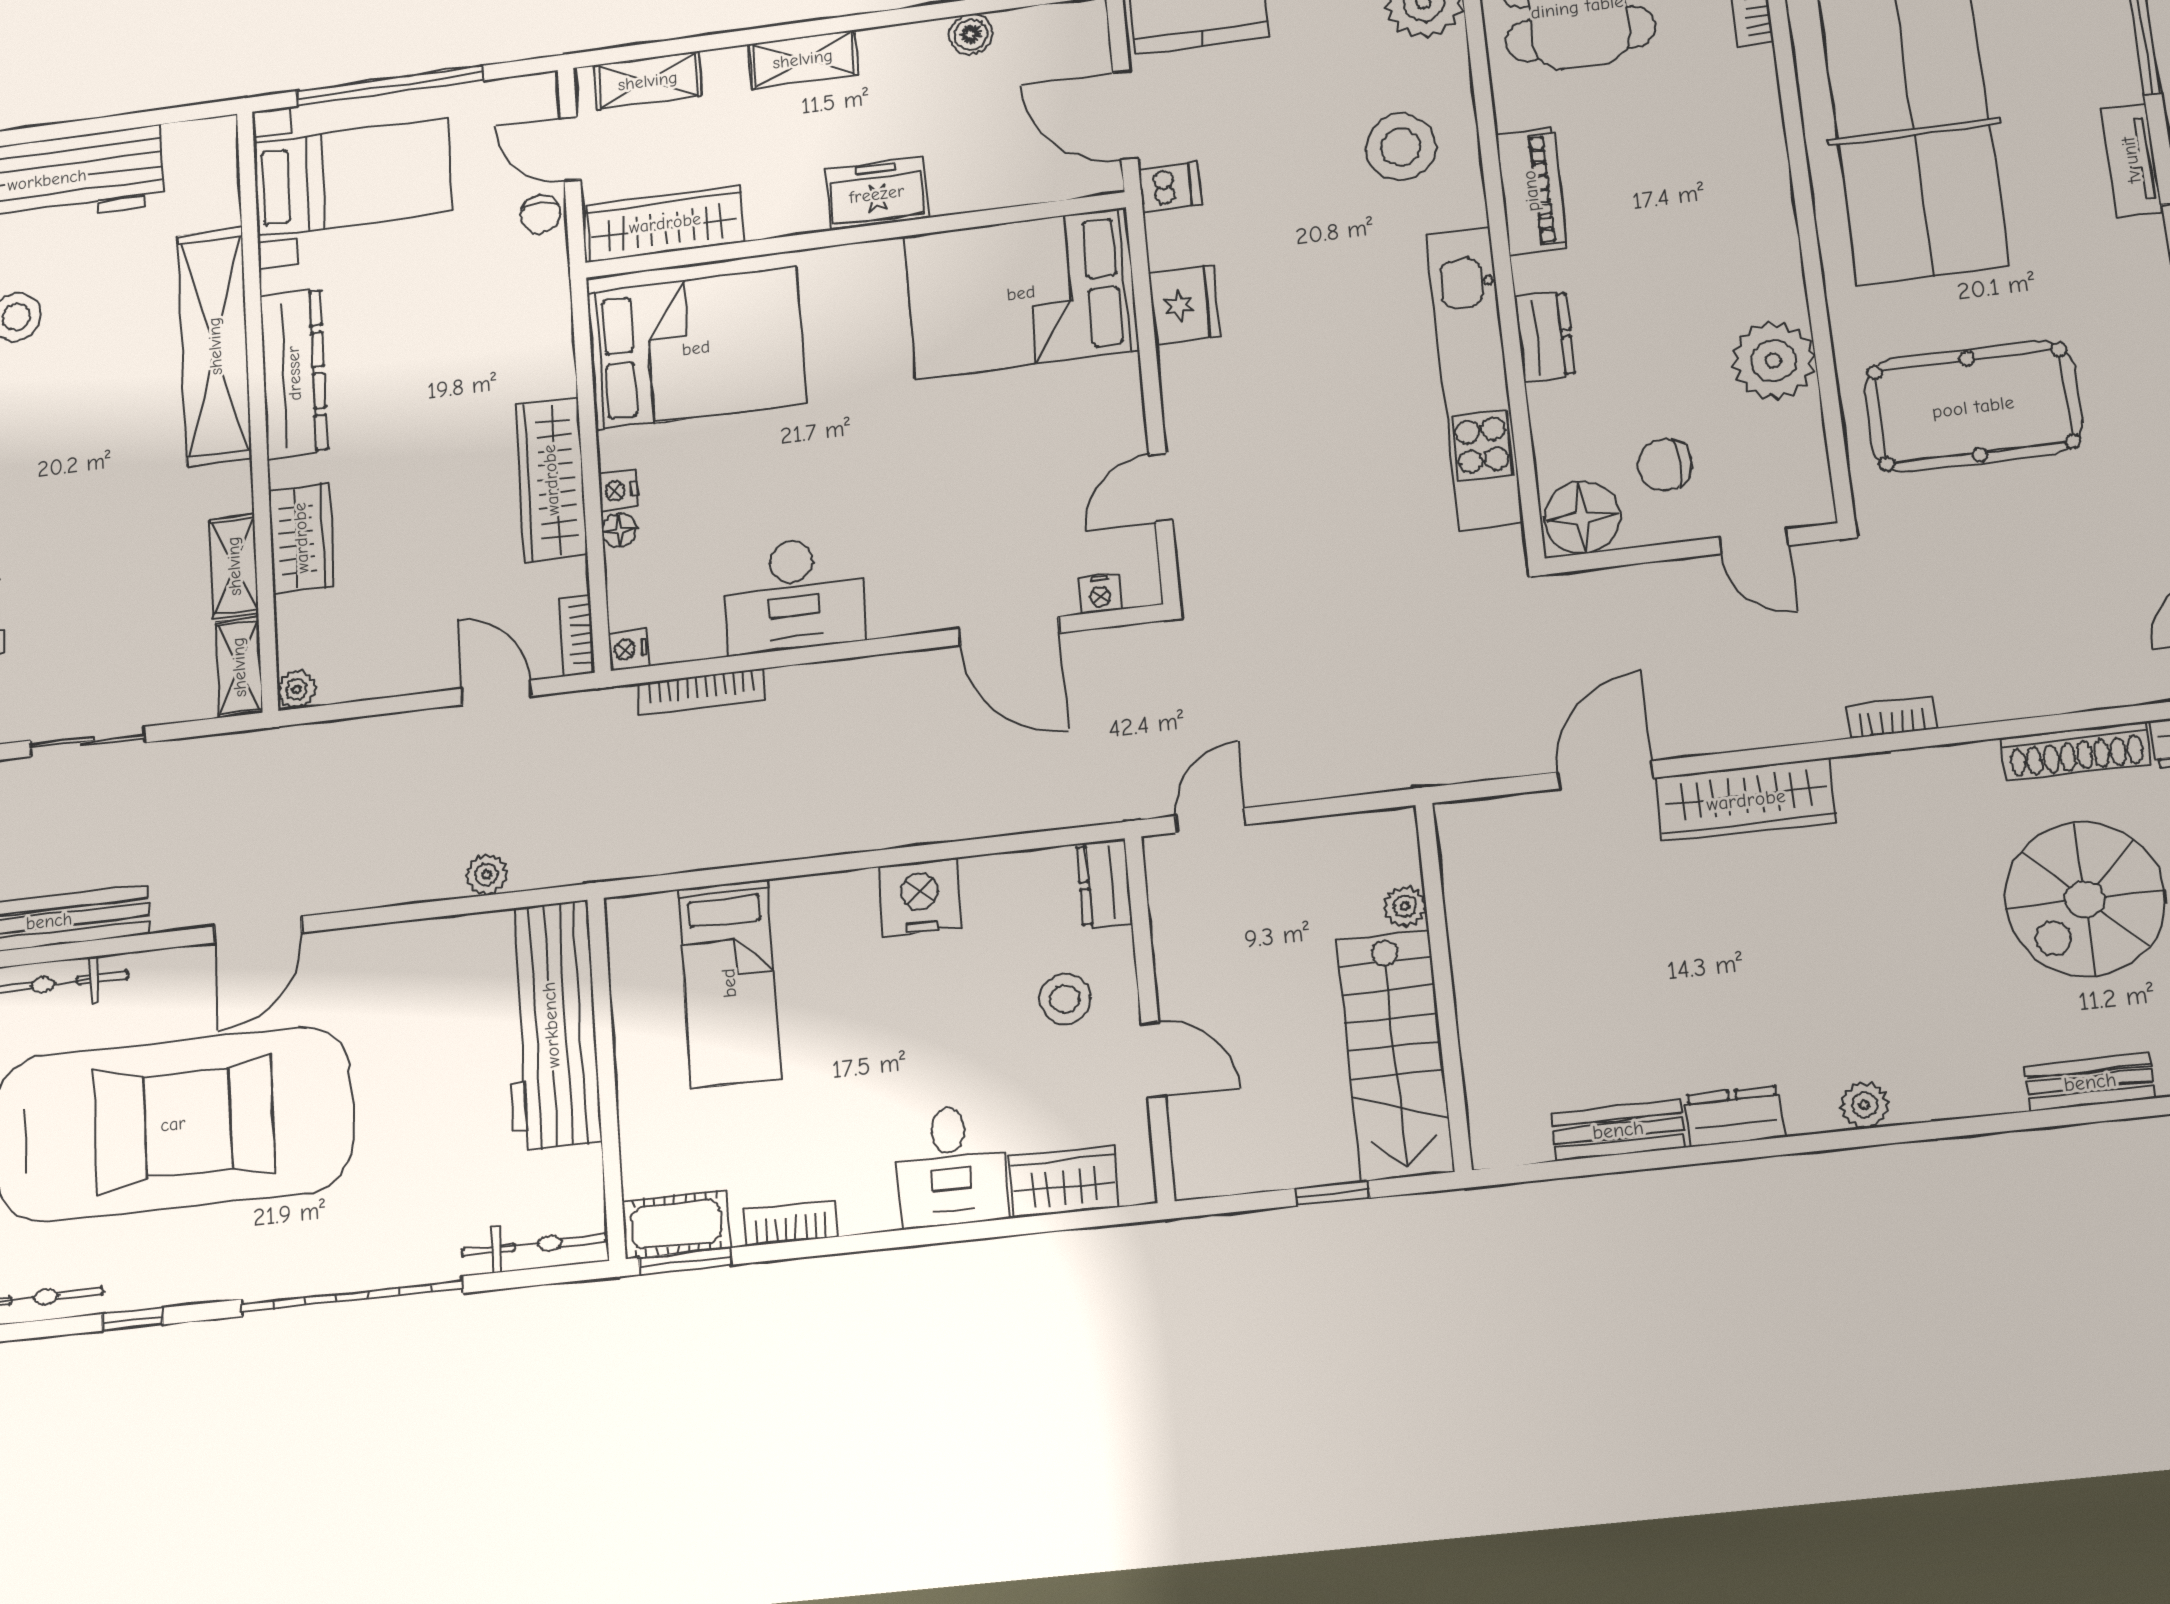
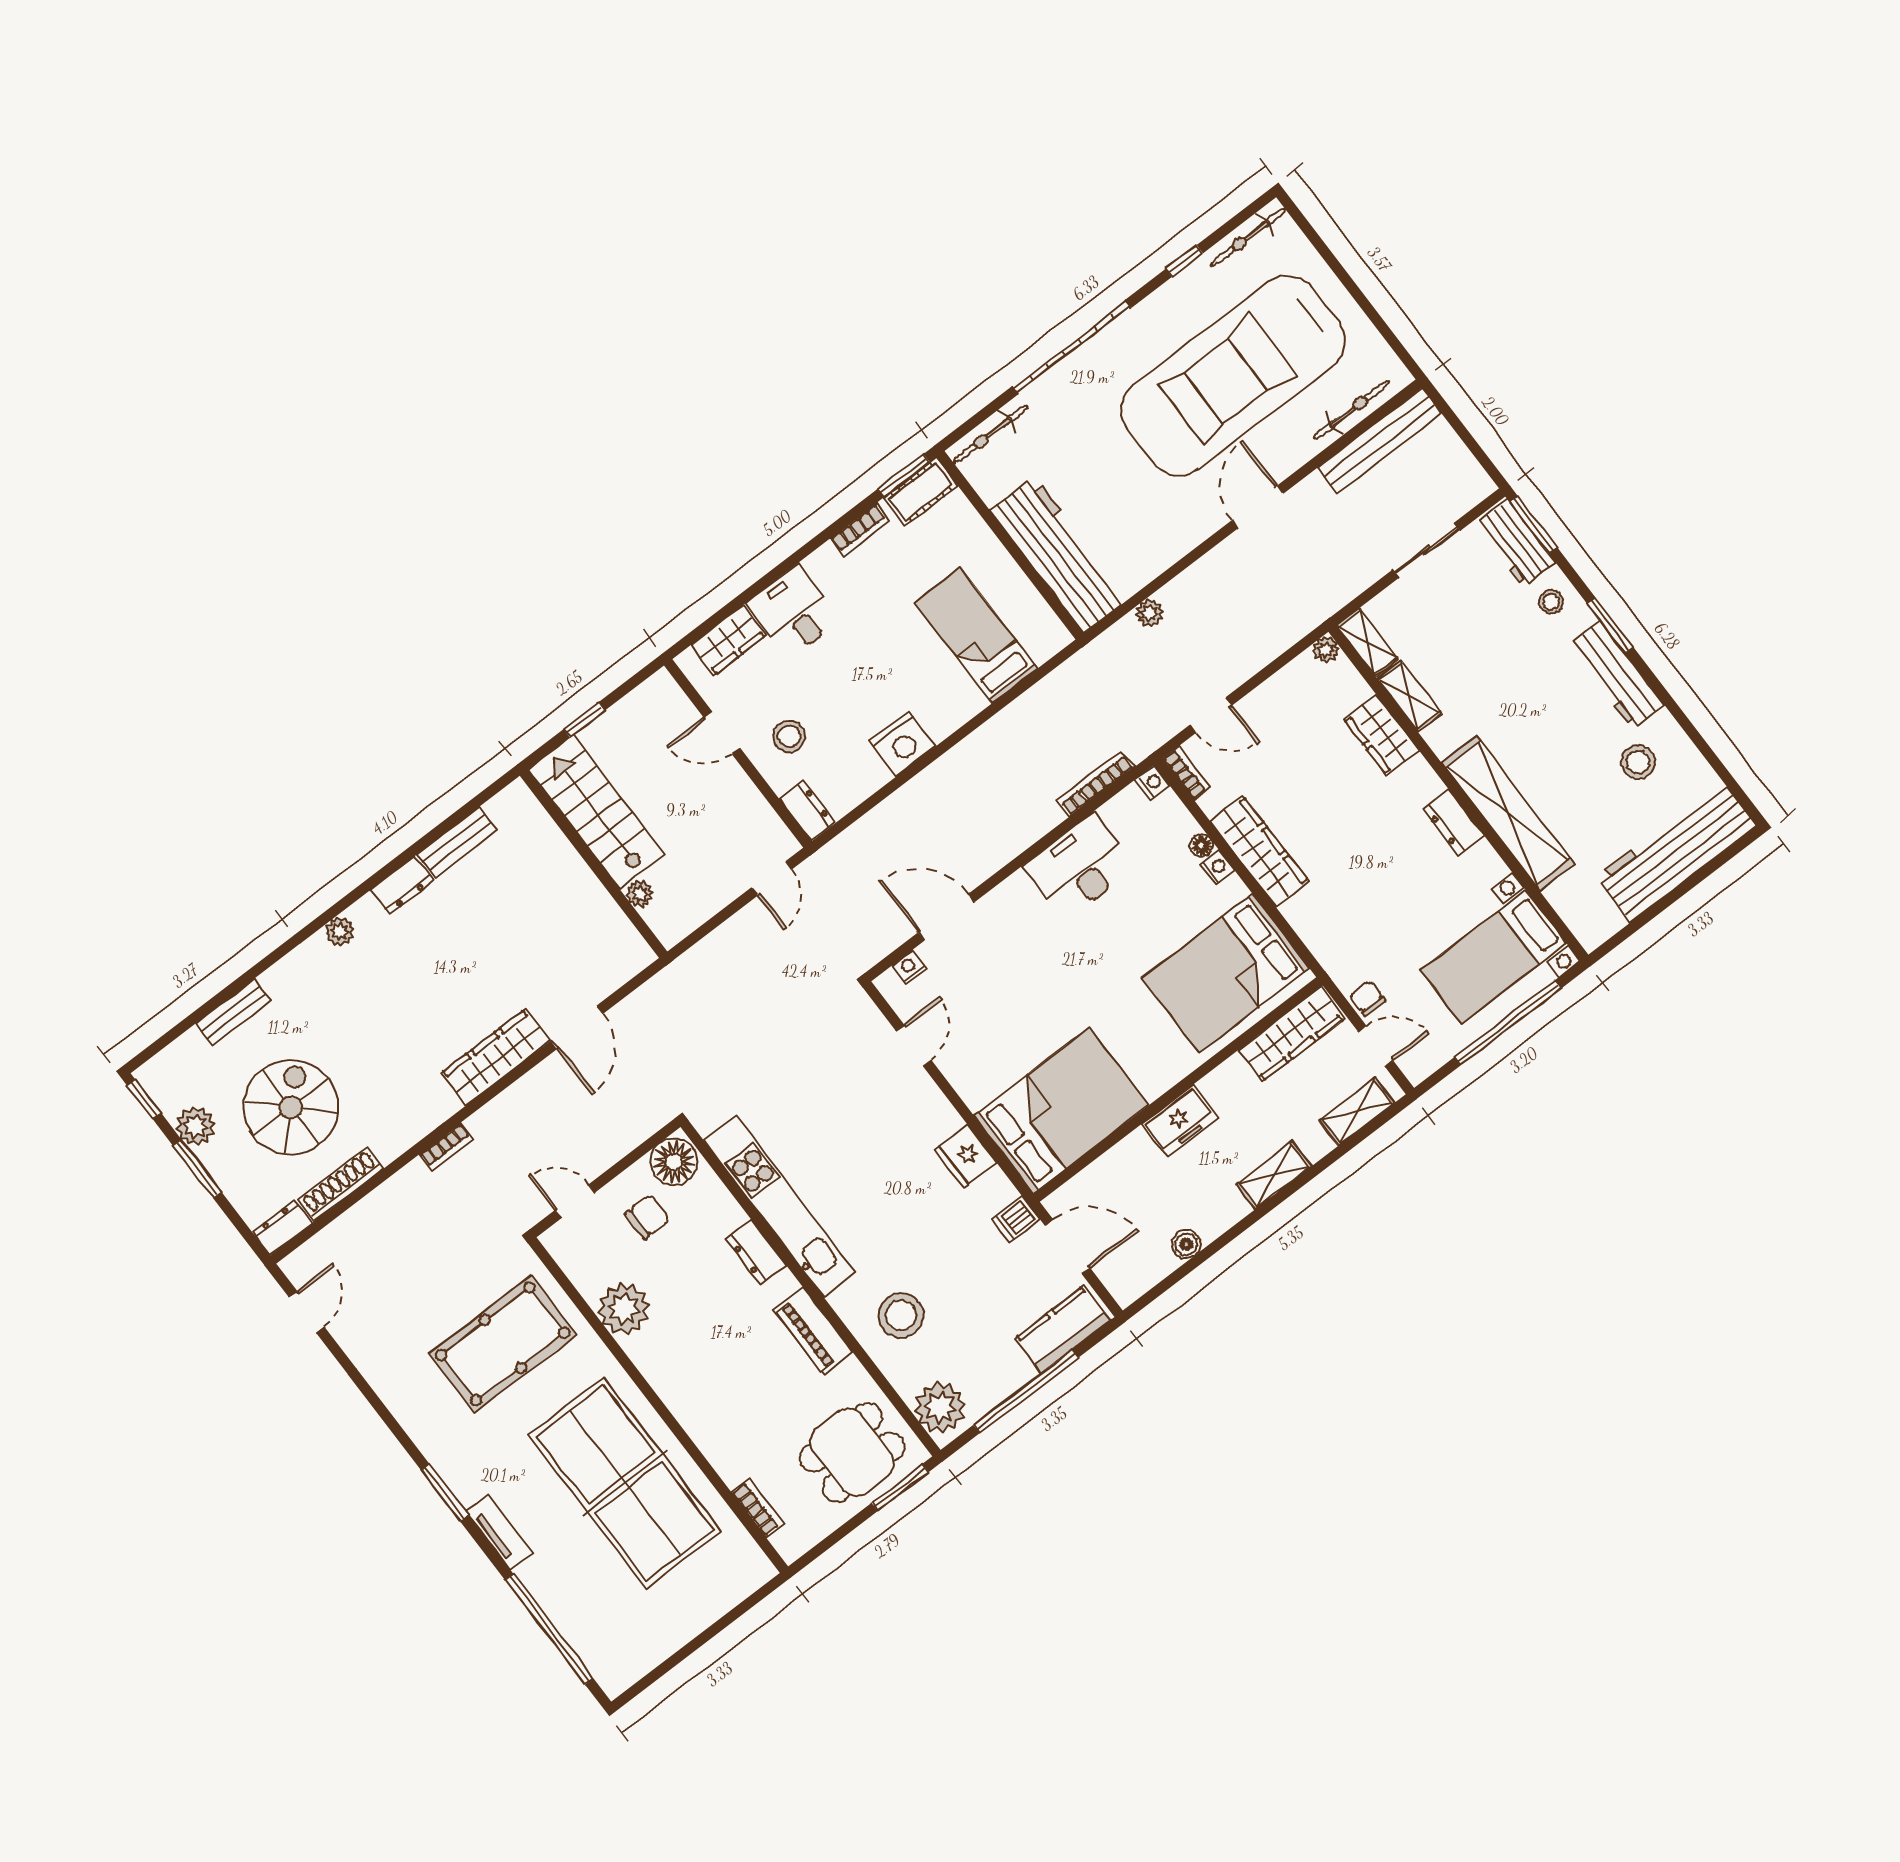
dresser: (294, 373) -> (1453, 822), width x0.51, depth x0.80

